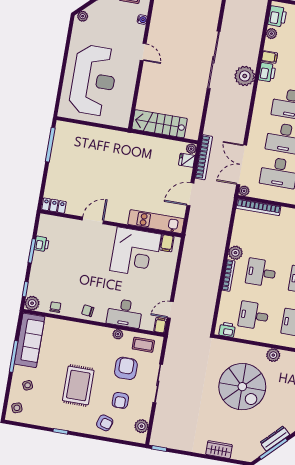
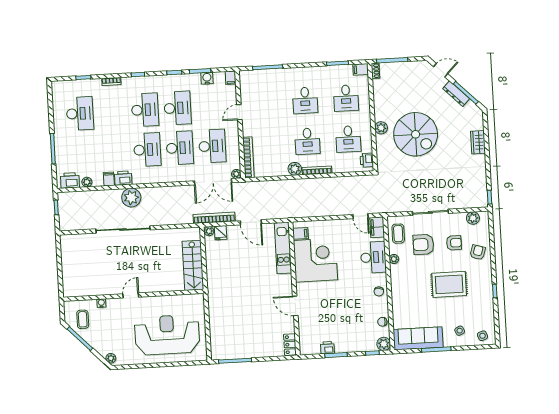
filing cabinet: (160, 325) -> (377, 227), width x2.00
plant: (273, 355) -> (381, 128), moved
spiral stairs: (242, 387) -> (416, 134), turned 90

